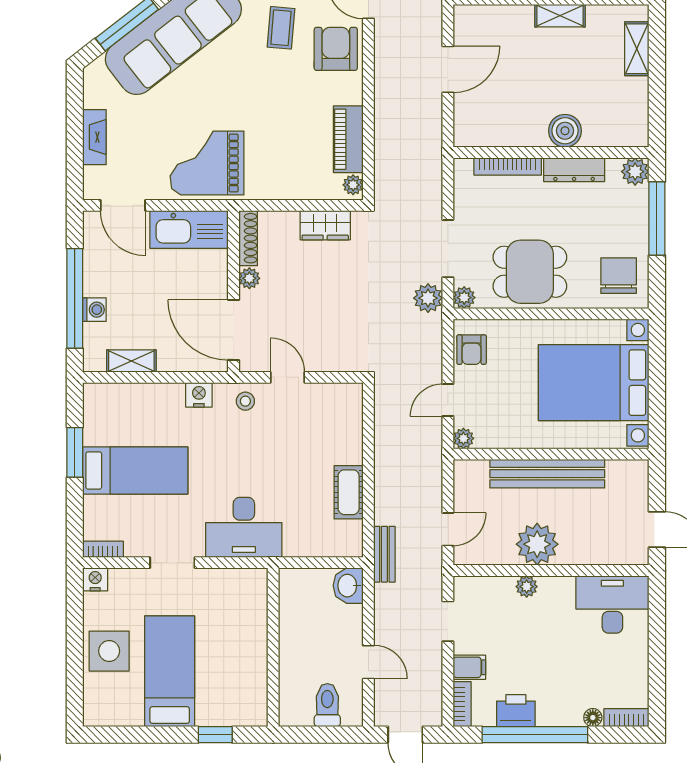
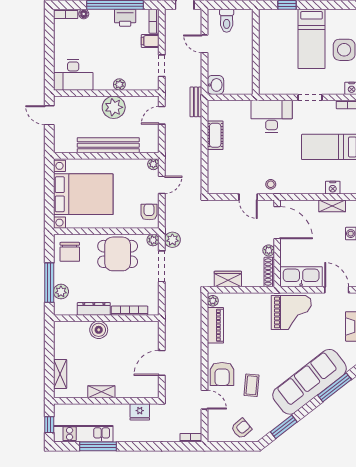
plant: (635, 172) -> (61, 292), moved
nightstand: (199, 395) -> (333, 188), moved

